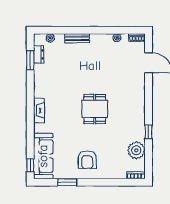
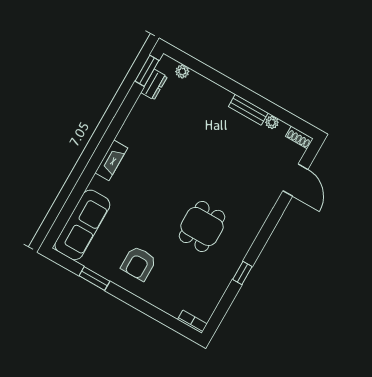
bench: (77, 38) -> (248, 110), moved
window: (30, 60) -> (147, 71), moved
dining table: (95, 109) -> (202, 226), moved
plant: (136, 150) -> (212, 288), removed
window: (30, 165) -> (58, 227), removed

